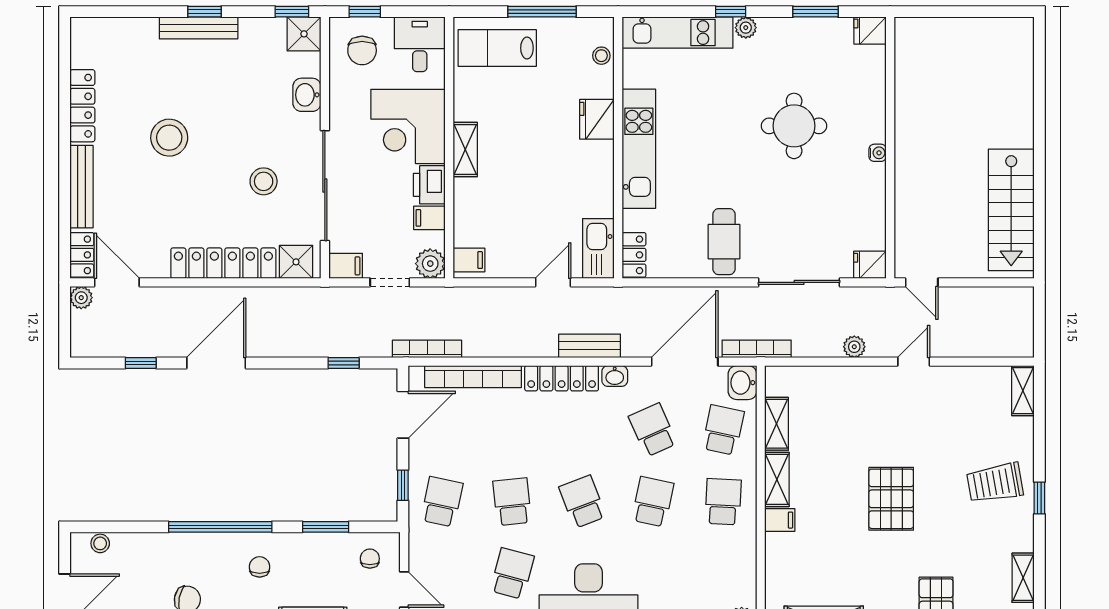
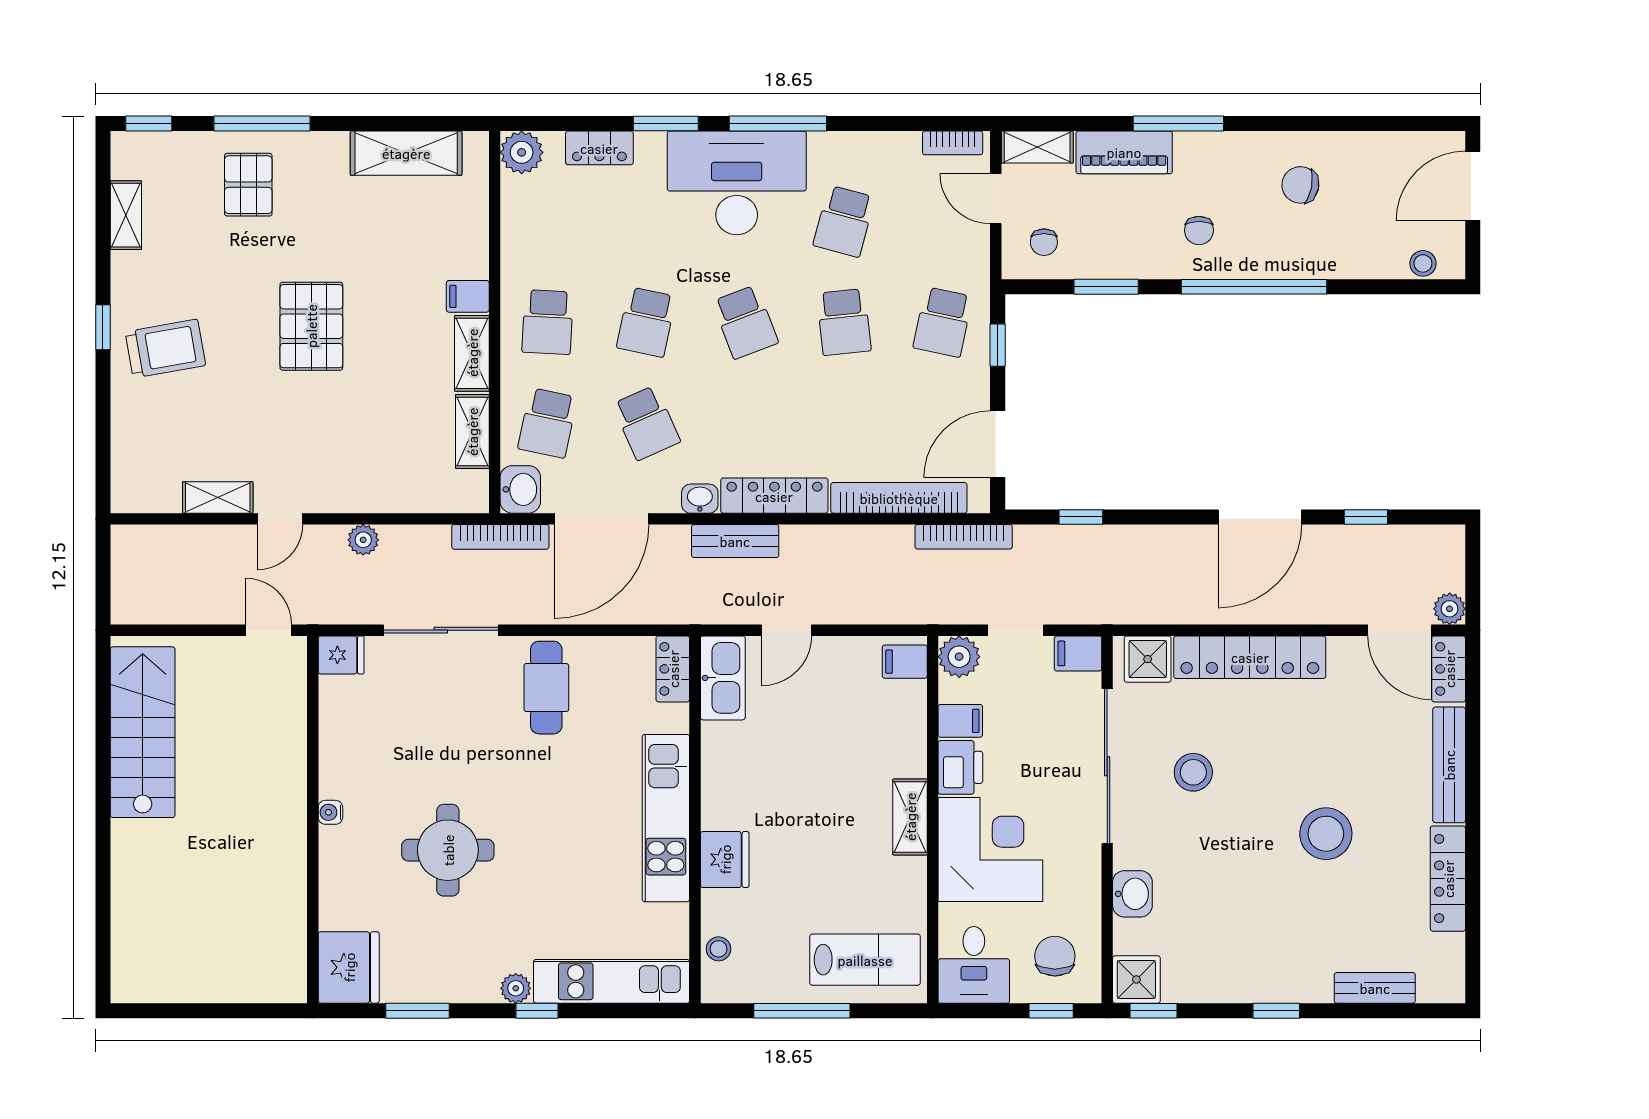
bench: (199, 28) -> (1375, 988), moved, width x0.73
fridge: (870, 30) -> (349, 967), width x1.88, depth x1.34
shelving: (1023, 391) -> (218, 497), moved, turned 90

